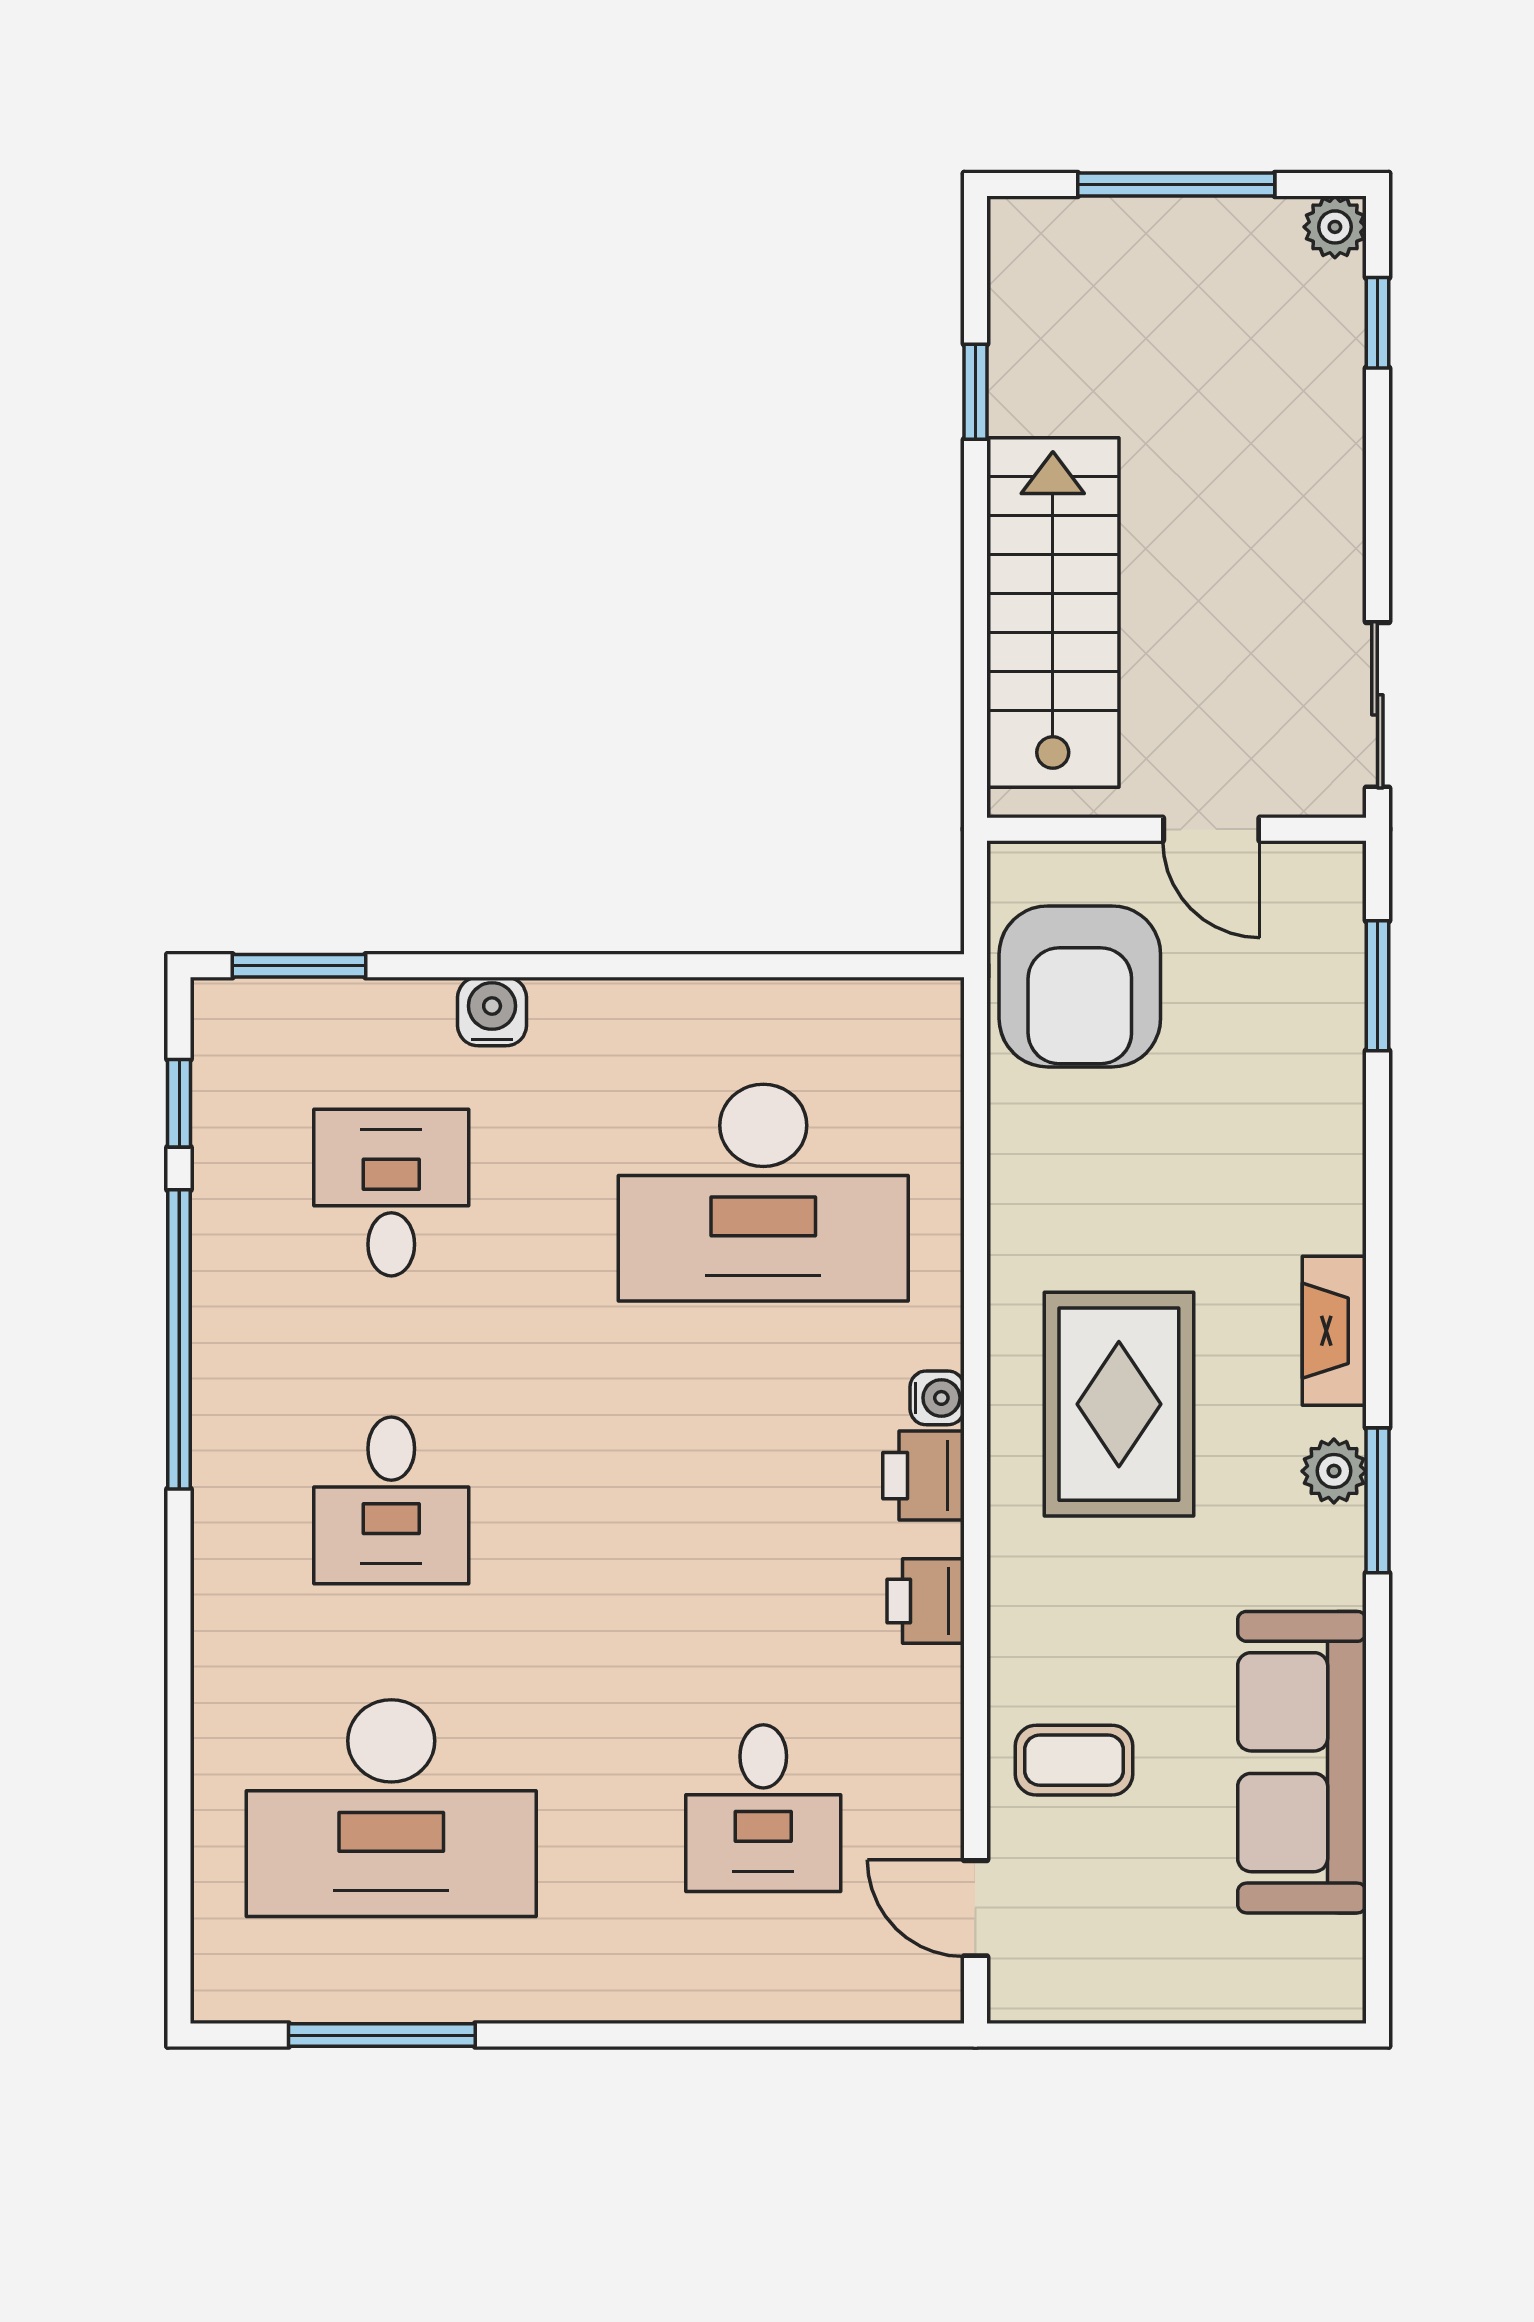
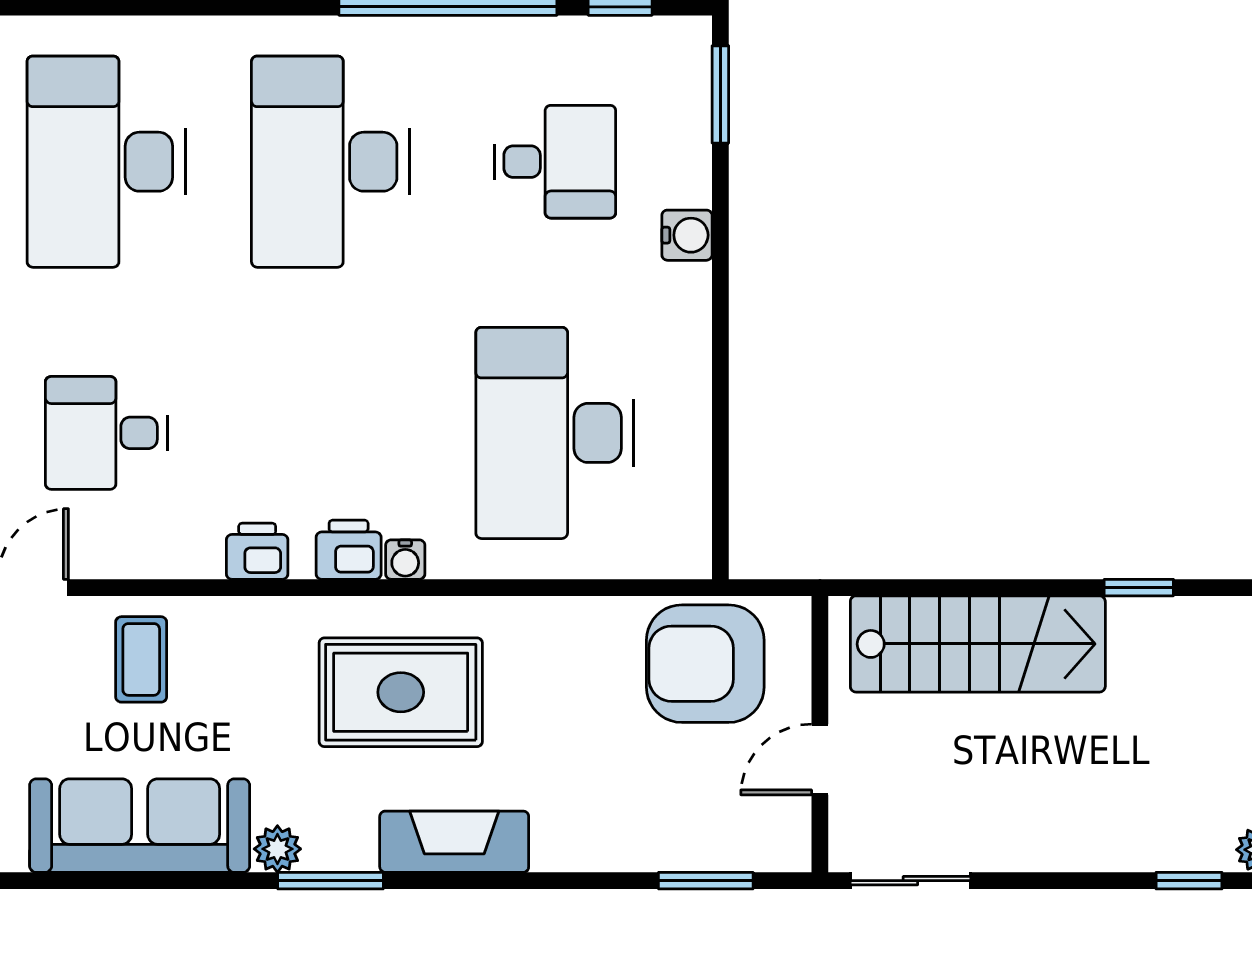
fireplace: (1334, 1331) -> (454, 842), width x1.37, depth x1.32
plant: (1334, 1471) -> (277, 849), moved
desk: (391, 1500) -> (331, 162), width x1.87, depth x1.30

